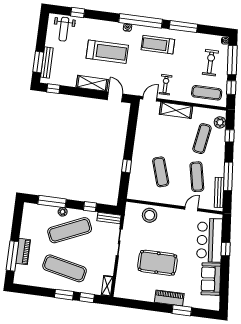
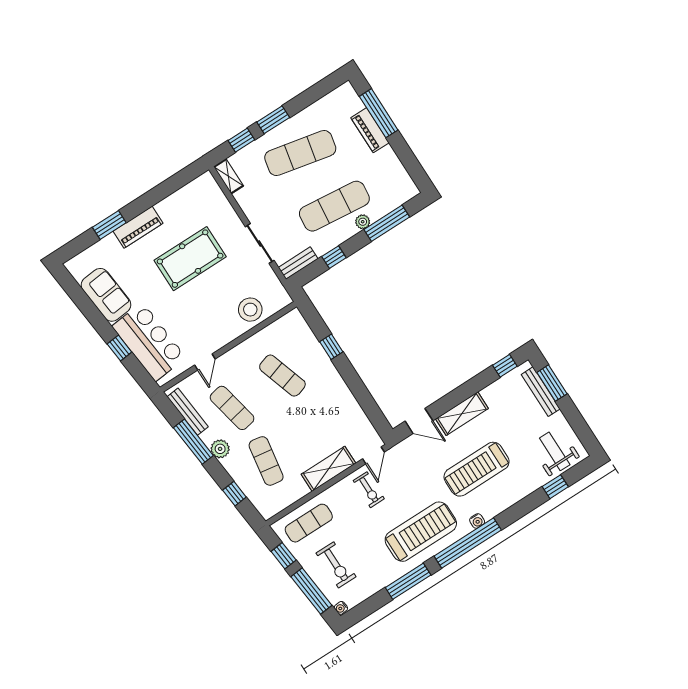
treadmill: (158, 45) -> (421, 532), width x1.37, depth x1.38
plant: (220, 122) -> (220, 449), moved
exercise mat: (70, 230) -> (334, 206), turned 30

